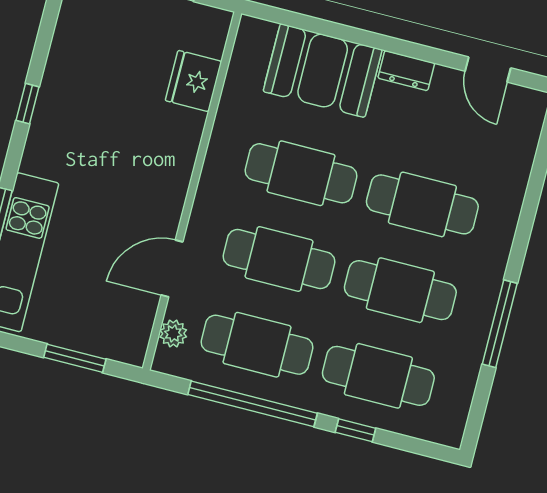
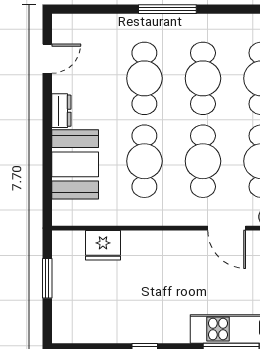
window: (500, 324) -> (167, 9), moved

